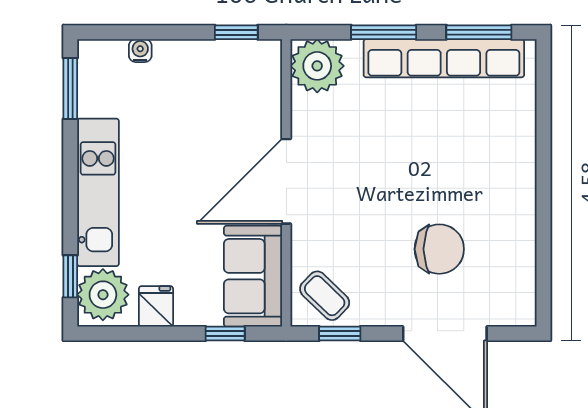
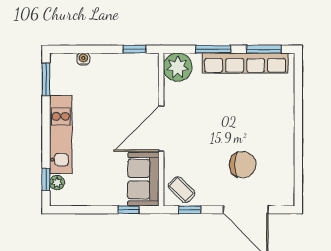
plant: (103, 295) -> (57, 183), width x0.53, depth x0.53
fridge: (156, 306) -> (92, 195), removed

